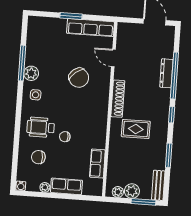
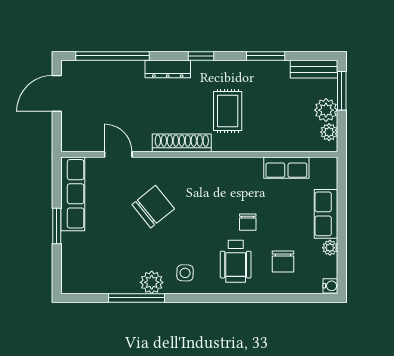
door: (113, 58) -> (118, 154), swing flipped
dresser: (166, 73) -> (168, 69), moved
window: (174, 76) -> (113, 56), moved

